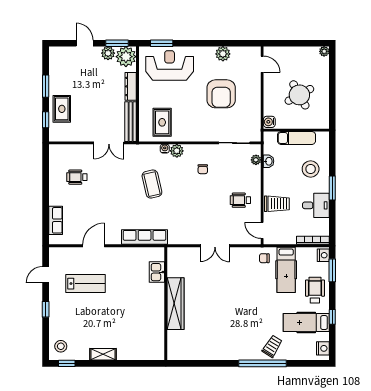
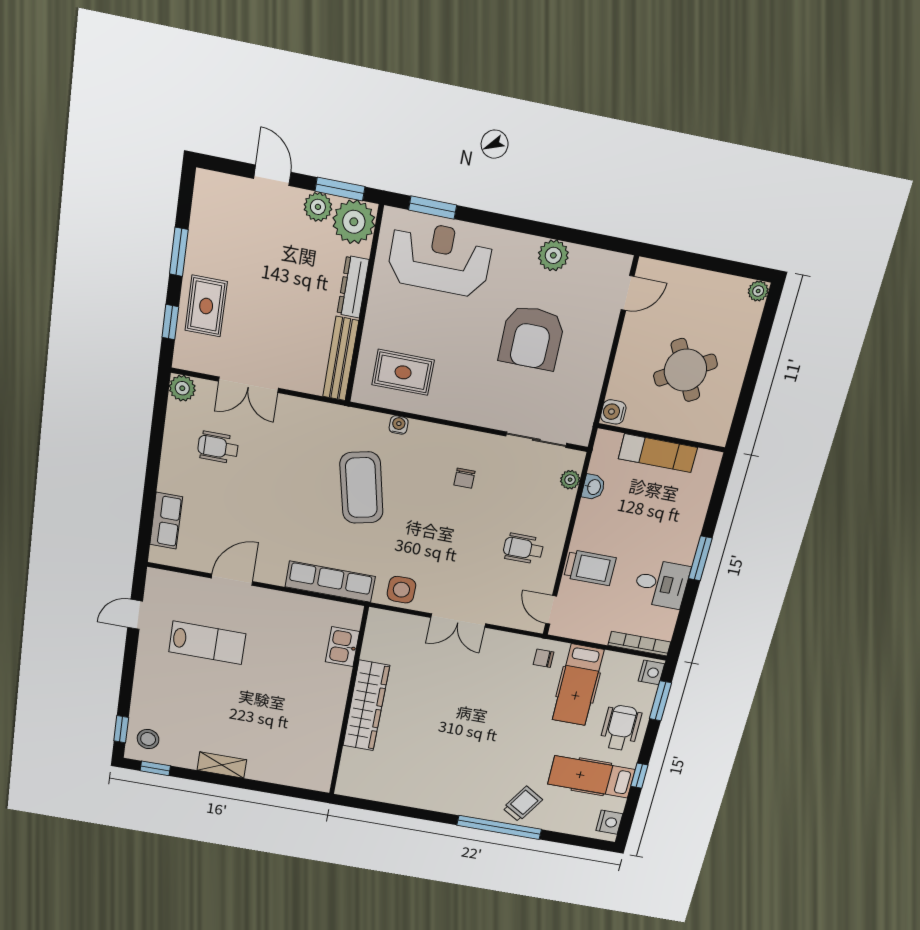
door: (262, 64) -> (628, 293), hinge flipped
rug: (162, 122) -> (403, 372), turned 90
double door: (109, 143) -> (248, 385), moved
plant: (177, 151) -> (182, 388), moved
stool: (311, 169) -> (669, 516), removed
coffee table: (152, 184) -> (361, 488), width x1.36, depth x1.32
side table: (182, 234) -> (401, 590), added
window: (46, 309) -> (121, 729), moved

